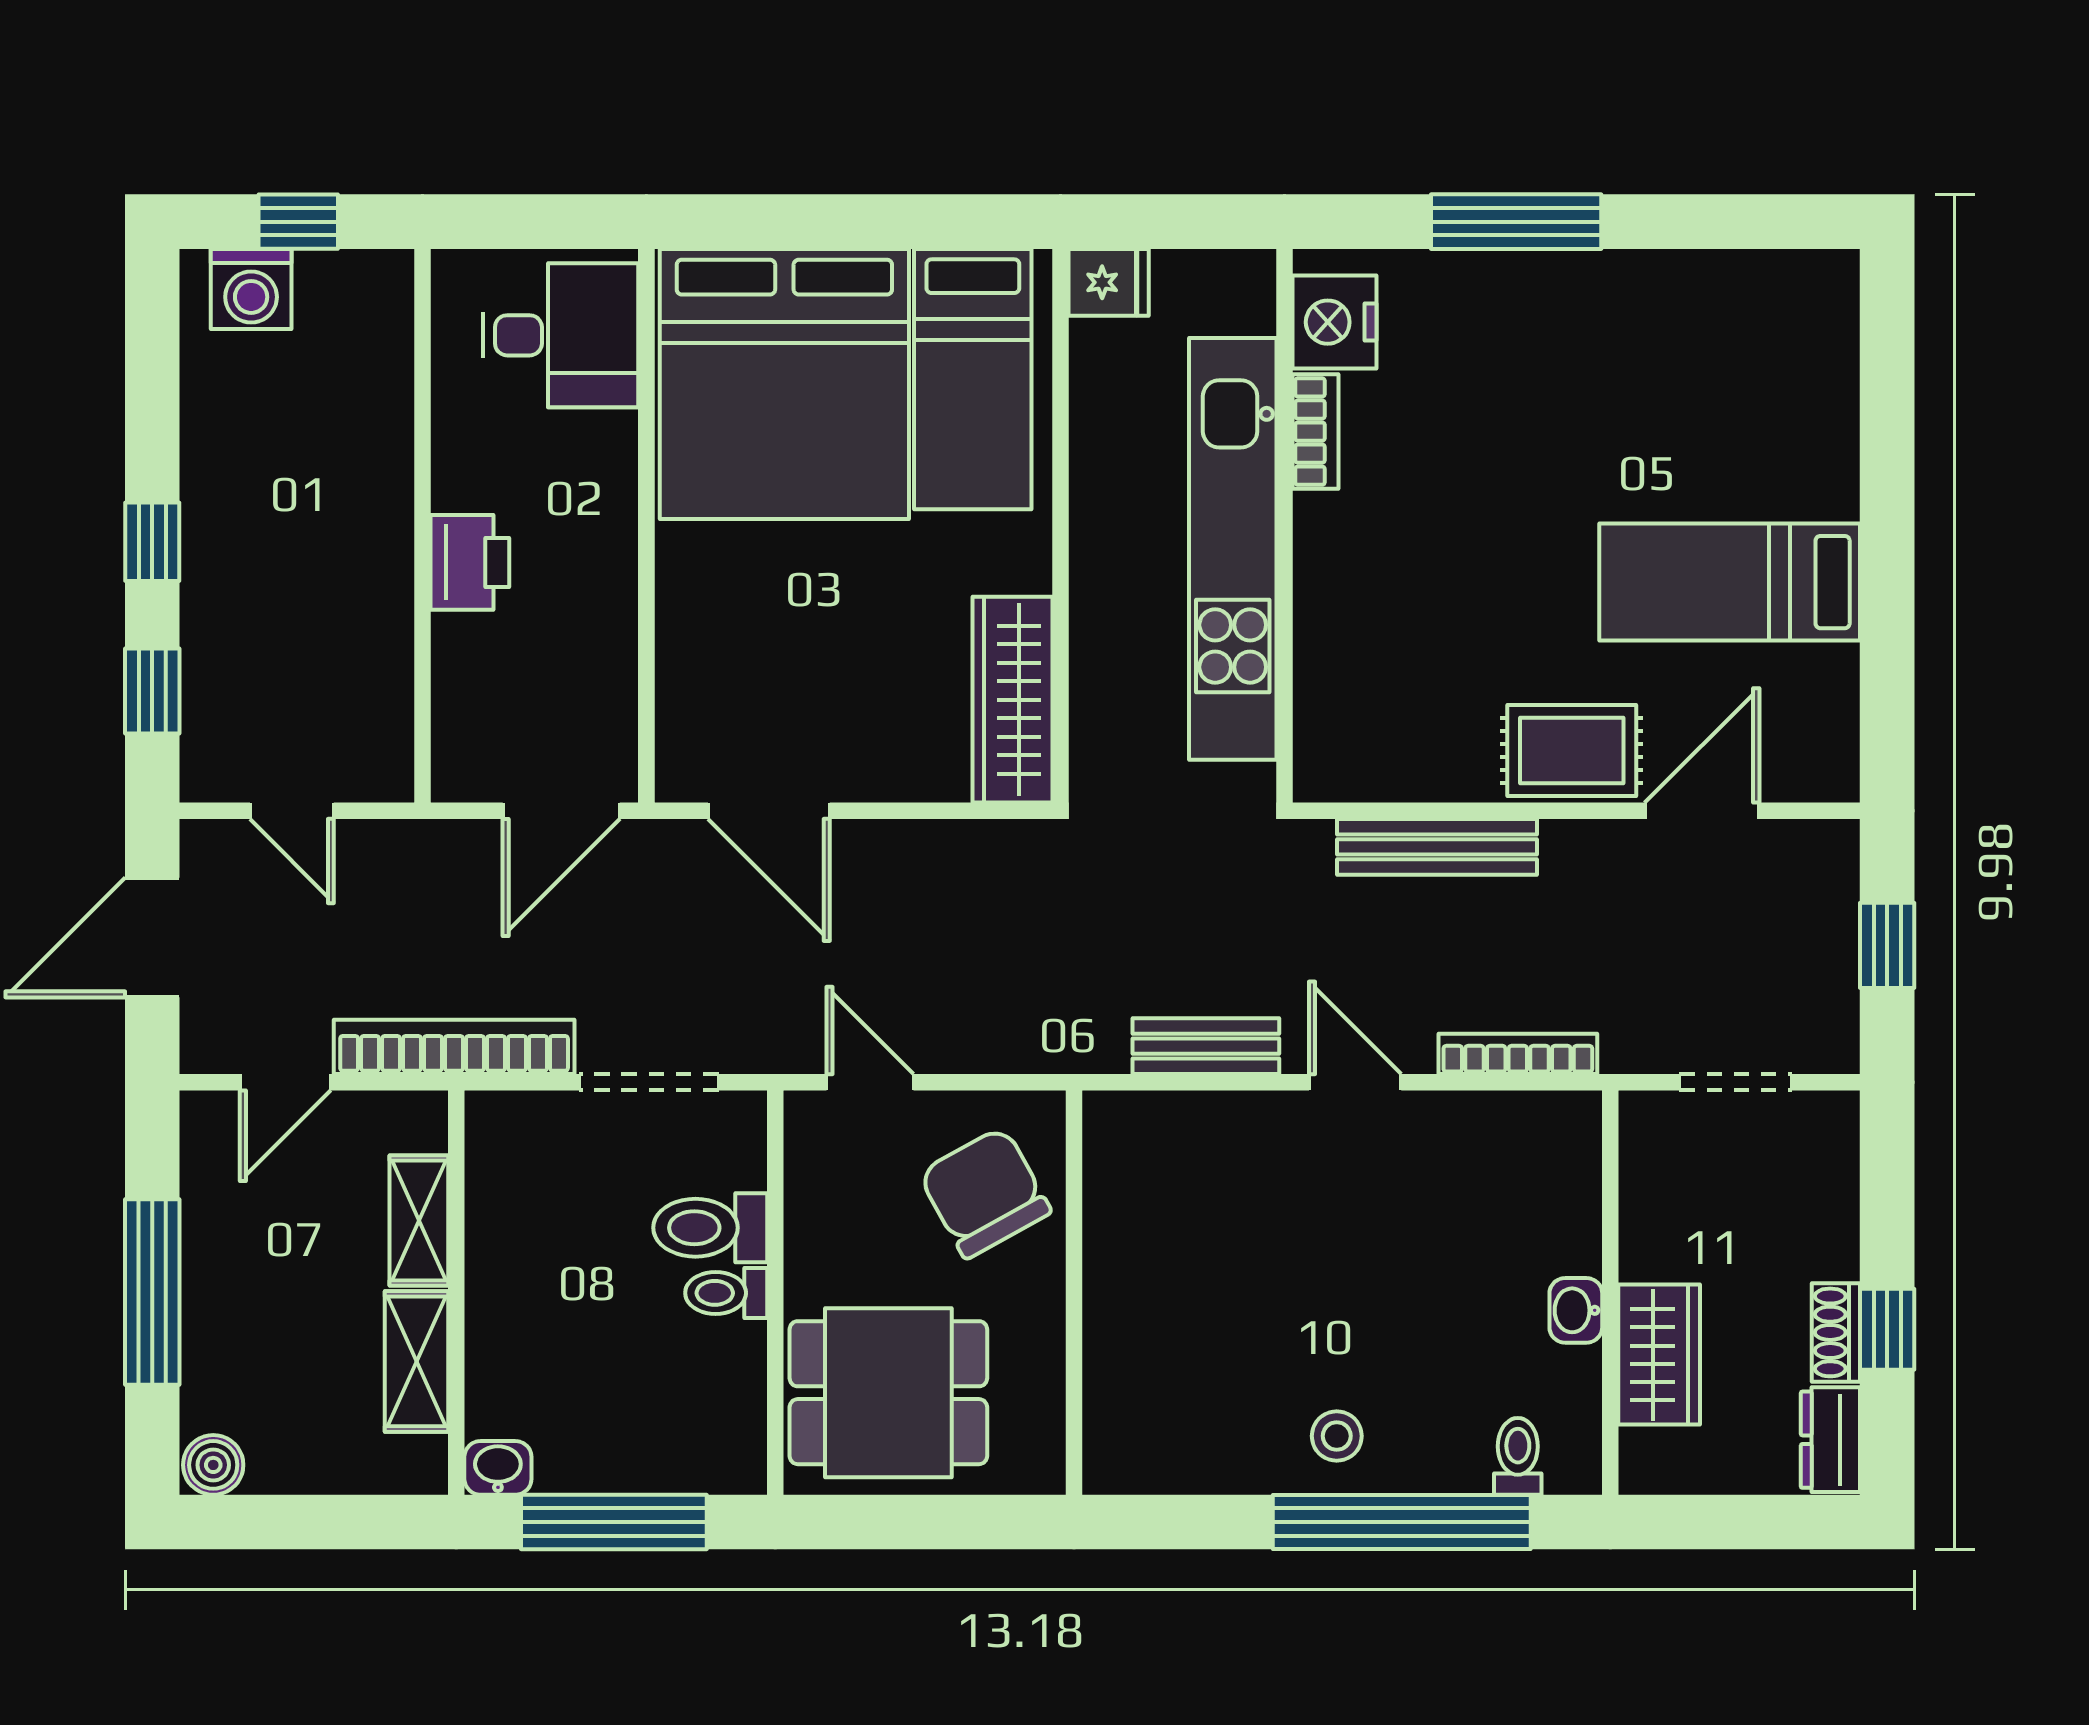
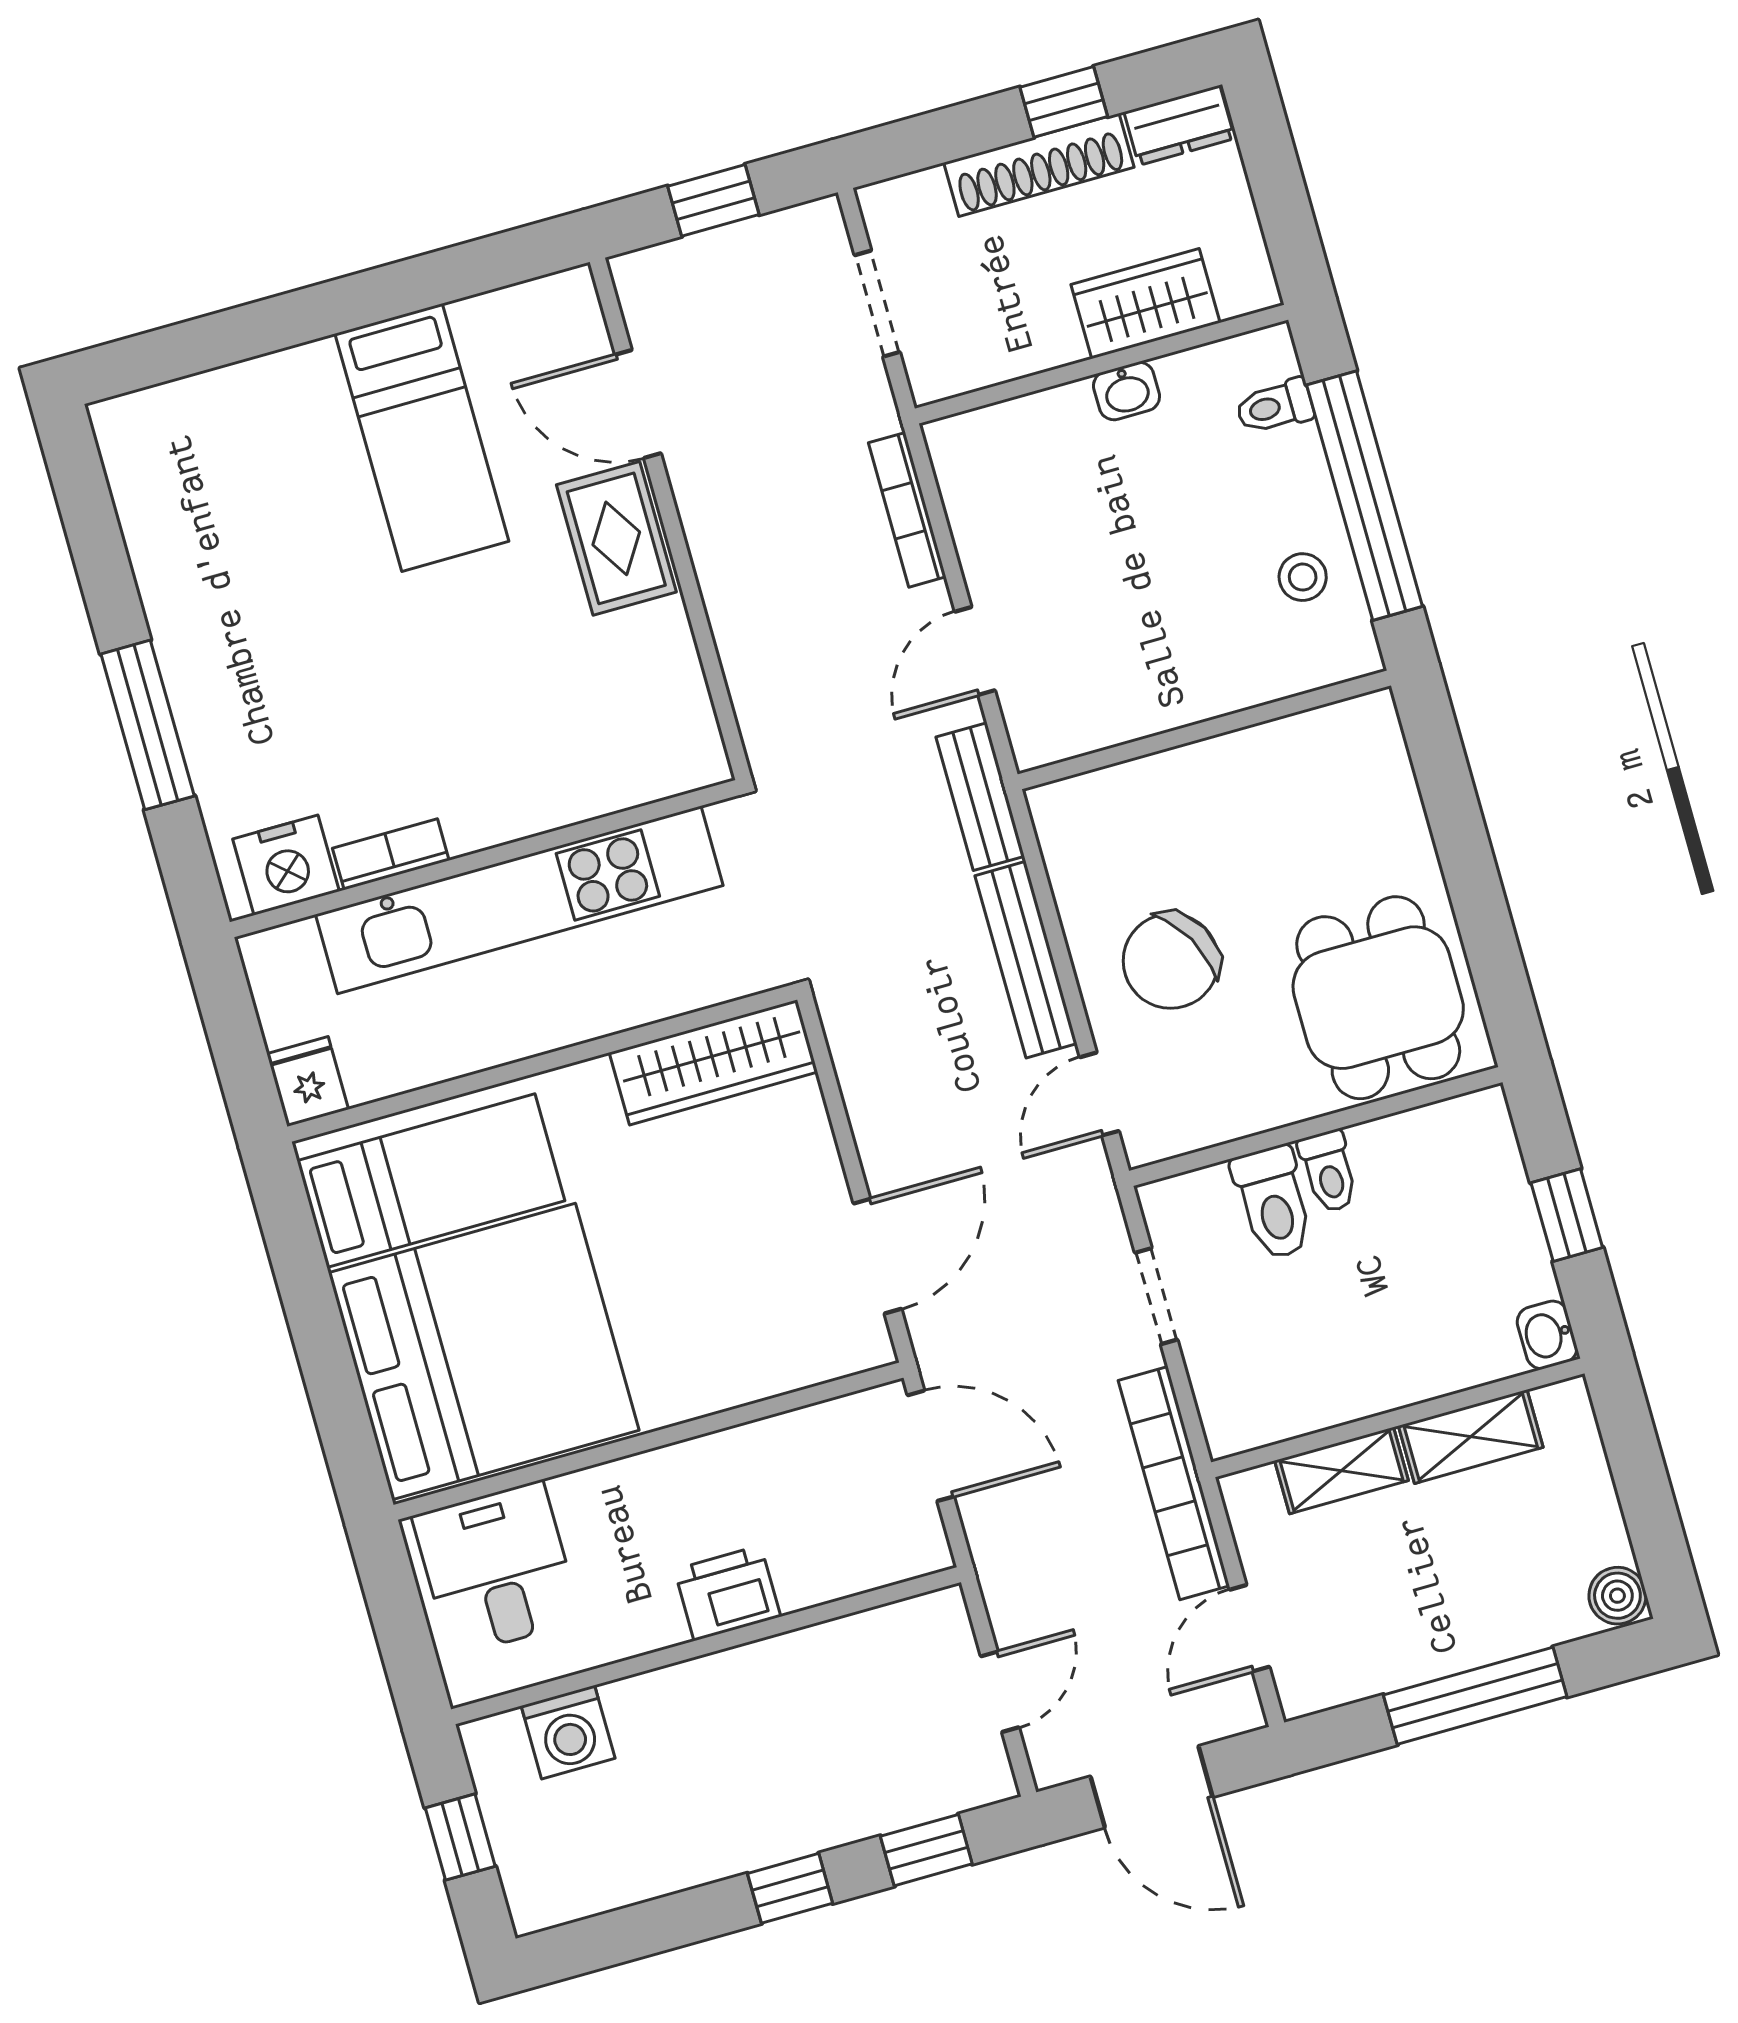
washing machine: (251, 289) -> (568, 1732), moved, turned 90
bench: (1437, 847) -> (1026, 960), moved
door: (285, 1082) -> (1250, 1628), swing flipped
doorway: (649, 1082) -> (1156, 1296), width x0.73
wall: (1074, 1293) -> (1204, 730), moved
shoe rack: (1836, 1332) -> (1039, 165), width x1.94, depth x1.24
window: (614, 1522) -> (1567, 1215), width x0.46

